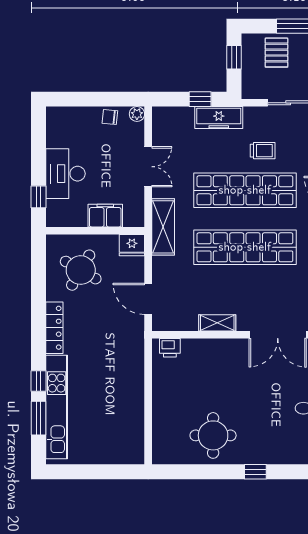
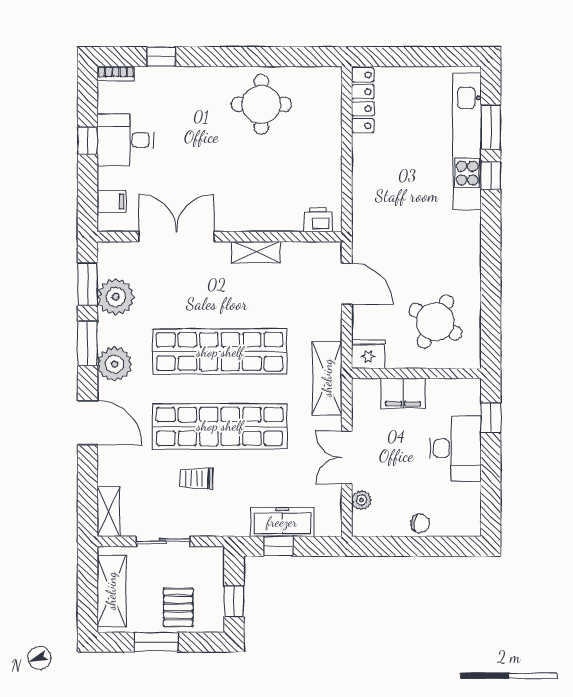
plant: (137, 114) -> (361, 500), moved
chair: (110, 117) -> (420, 523), moved
freezer: (219, 118) -> (282, 522), moved
locker: (54, 328) -> (363, 100), moved, turned 180
window: (255, 472) -> (161, 57), moved

